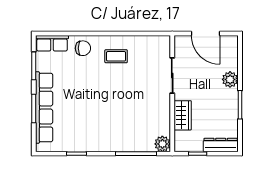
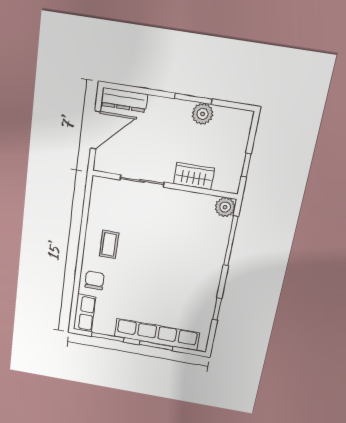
plant: (230, 79) -> (203, 114), moved
dresser: (221, 145) -> (124, 100), moved, turned -90

